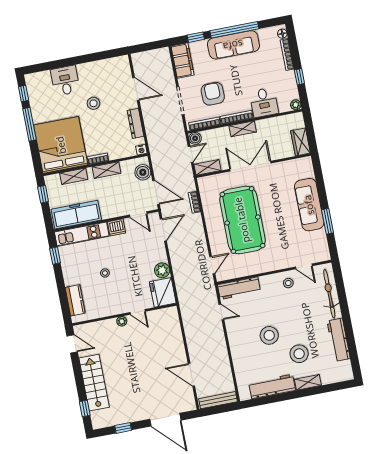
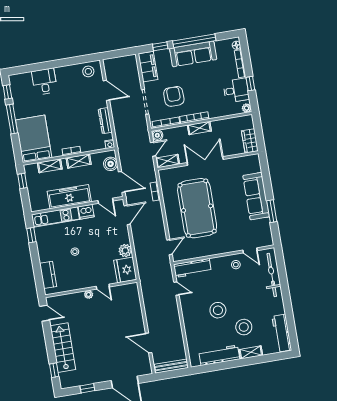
desk: (264, 102) -> (236, 90), moved, turned -90
stool: (93, 103) -> (88, 71), moved
bed: (61, 145) -> (34, 139), width x0.73
freezer: (76, 215) -> (69, 197), moved
workbench: (339, 340) -> (282, 333), moved

